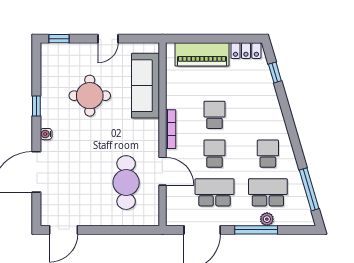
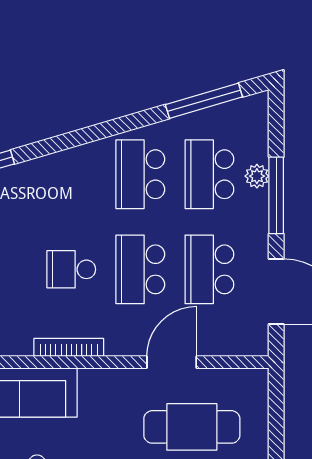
bookcase: (171, 129) -> (69, 347), moved
school desk: (215, 154) -> (140, 269), width x1.85
school desk: (268, 154) -> (140, 174), width x1.85

